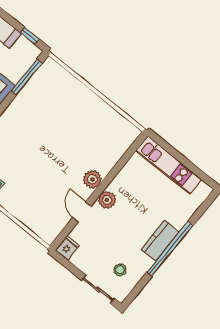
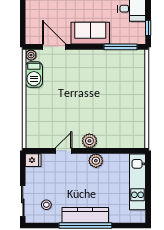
plant: (107, 200) -> (96, 161), moved
kitchen counter: (160, 241) -> (85, 215), width x1.50

